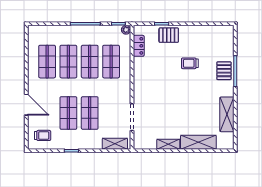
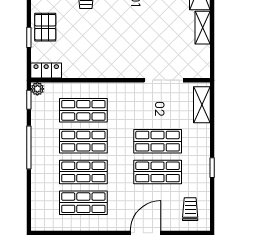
locker: (139, 46) -> (46, 70), moved

